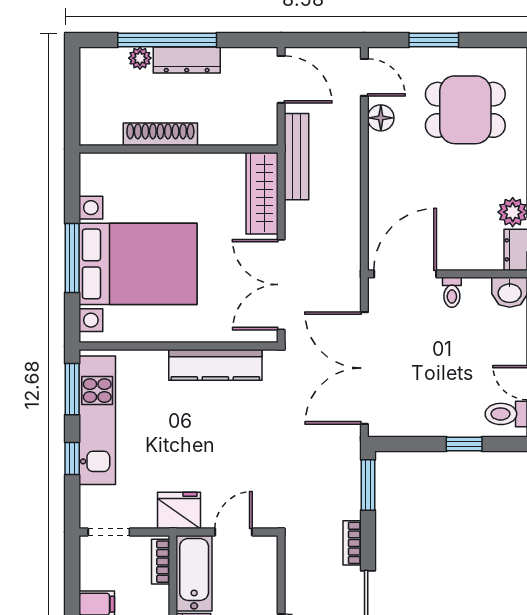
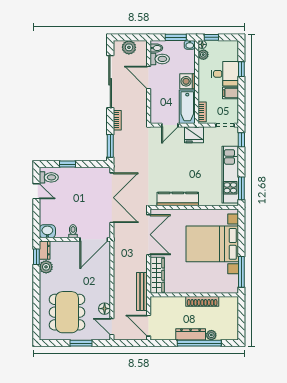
dining table: (465, 110) -> (67, 312), width x1.38
window: (72, 258) -> (241, 272), moved
window: (72, 459) -> (241, 140), moved

